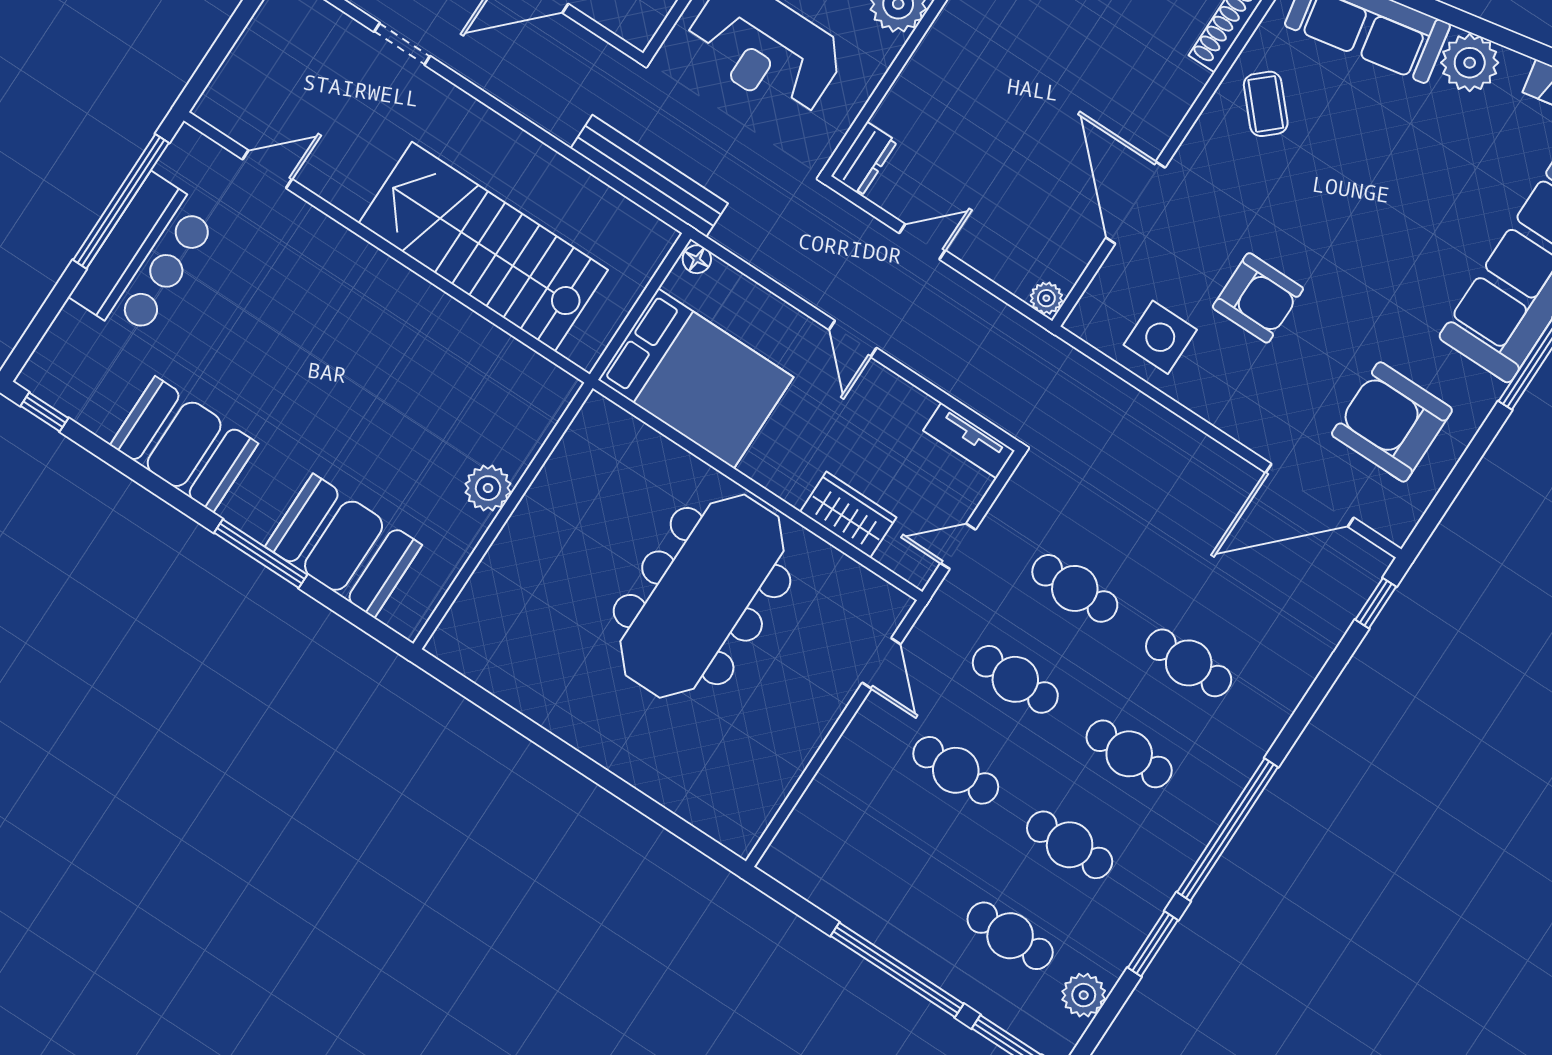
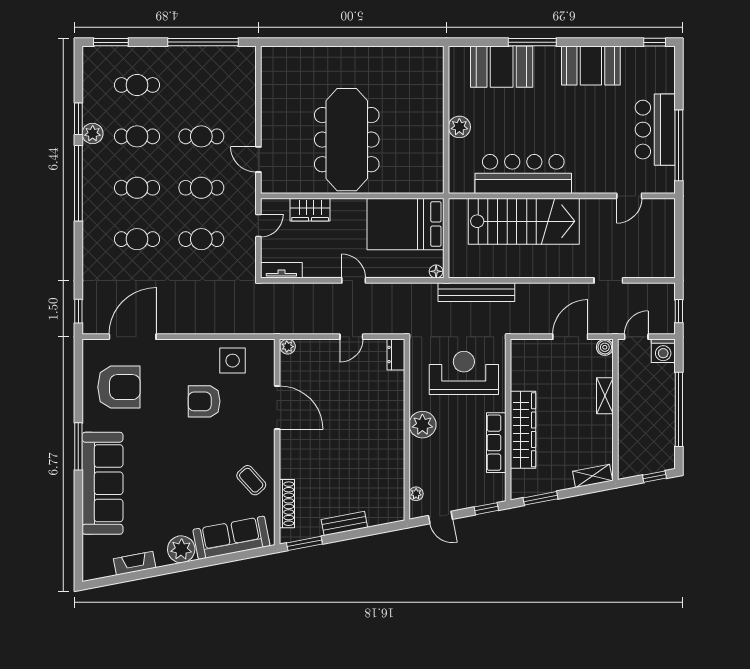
bar counter: (429, 331) -> (523, 174), added
window: (897, 970) -> (203, 42), moved
plant: (1084, 995) -> (93, 133), moved

